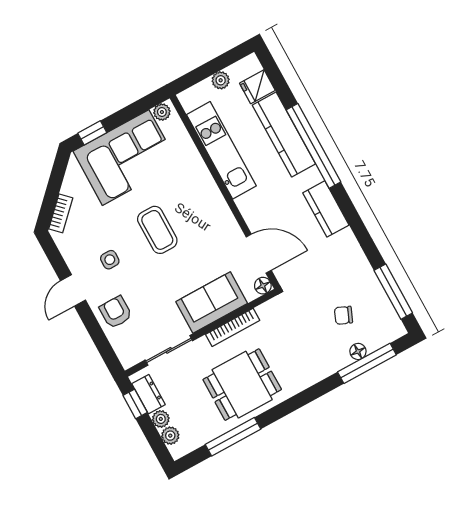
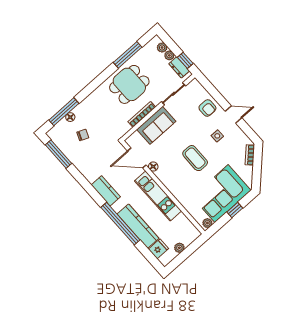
window: (92, 133) -> (235, 210), moved
kitchen unit: (221, 150) -> (158, 196), moved
floor lamp: (263, 286) -> (153, 167), moved
door: (73, 290) -> (234, 115), hinge flipped

